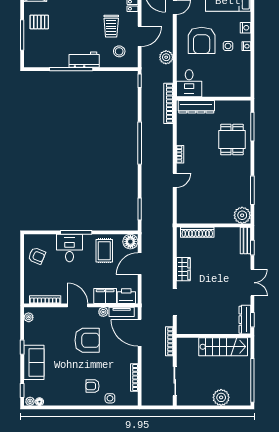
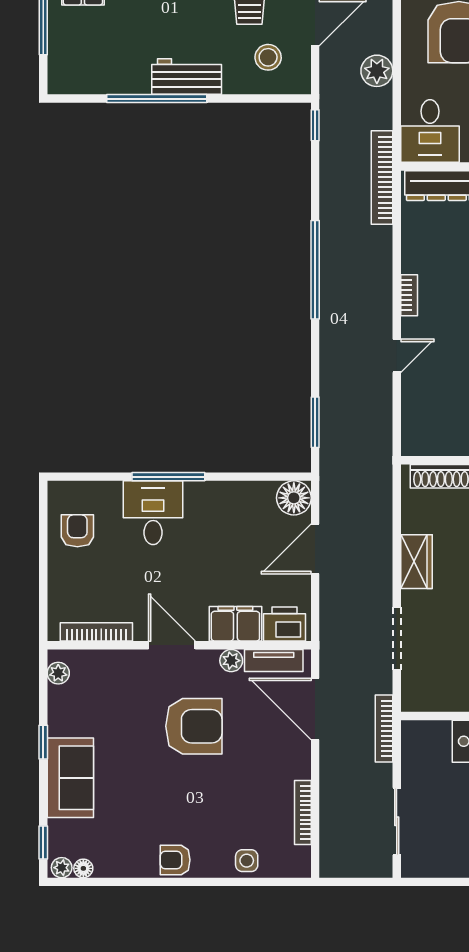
rug: (104, 251) -> (233, 519), removed
armchair: (37, 256) -> (77, 531), turned -112
armchair: (93, 386) -> (175, 860), moved

